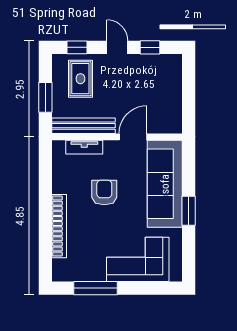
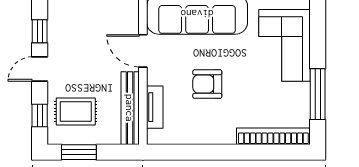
window: (45, 97) -> (79, 152), moved
bookcase: (59, 226) -> (273, 136), moved

